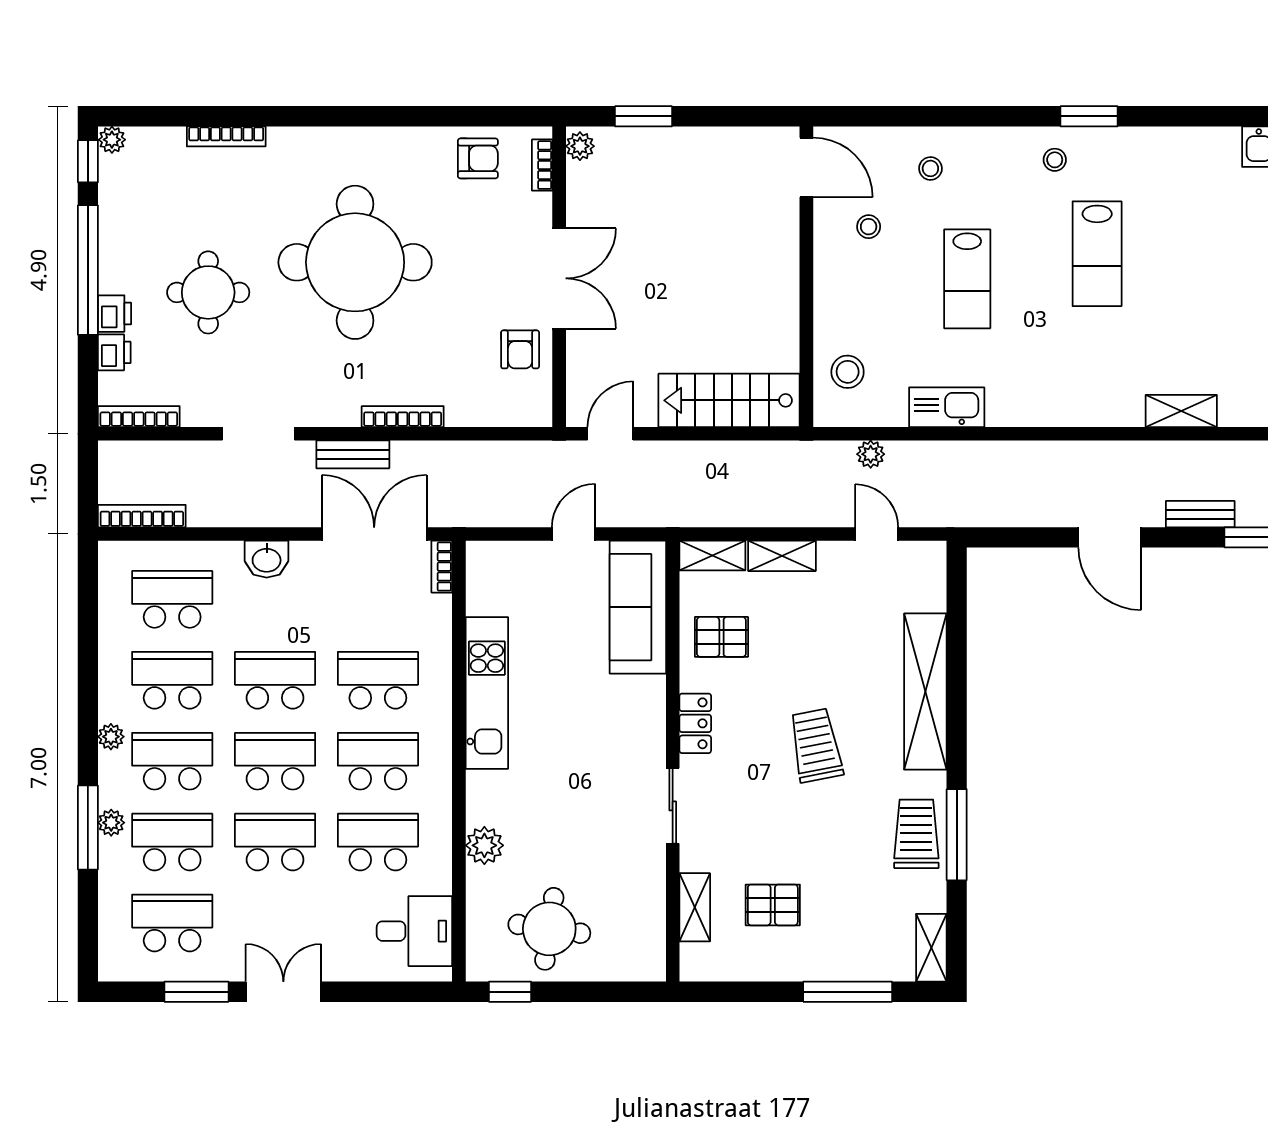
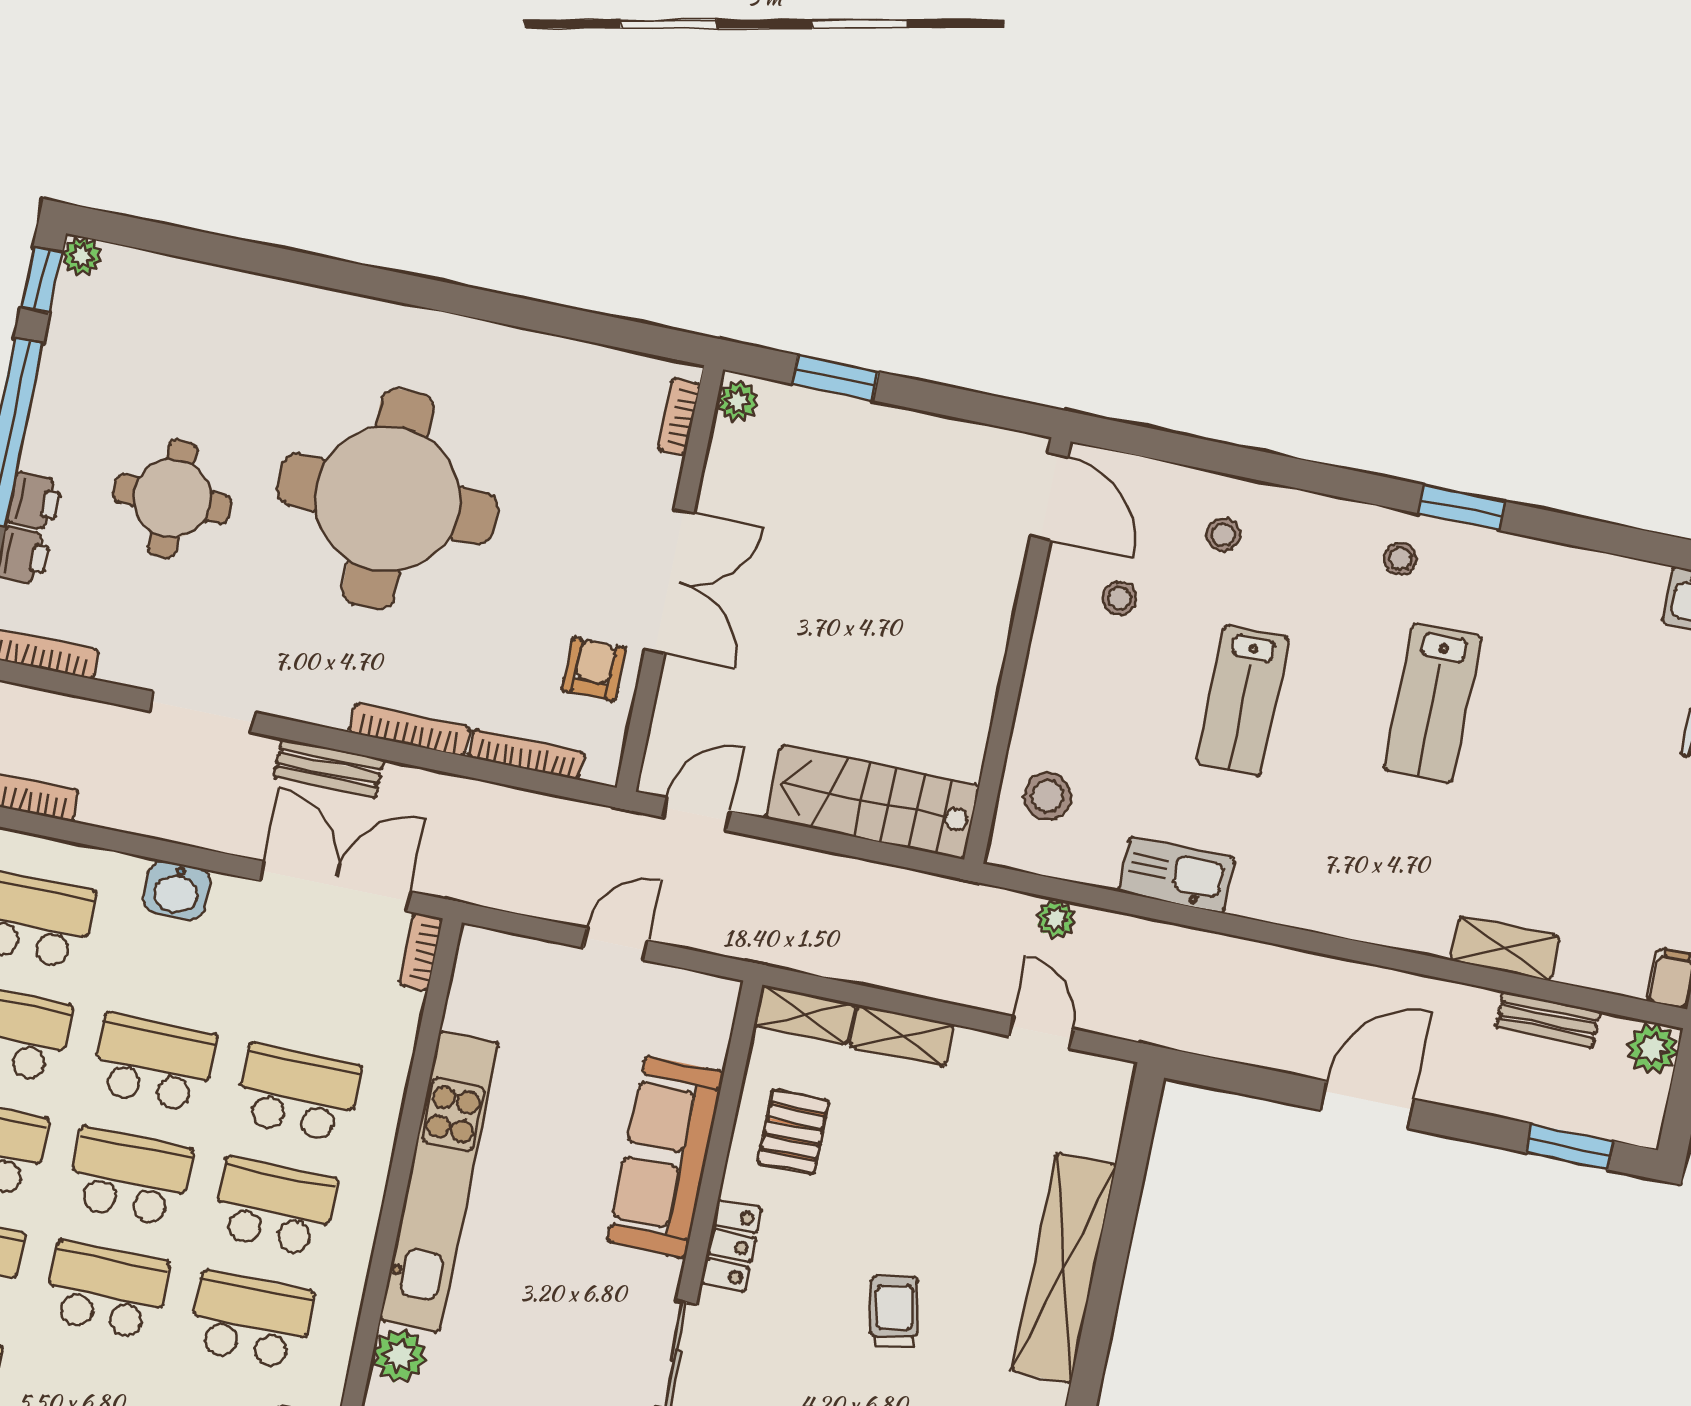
bookcase: (226, 136) -> (526, 754), moved, turned 180
armchair: (478, 158) -> (590, 389), removed
armchair: (520, 349) -> (594, 669), turned 180
bench: (1200, 514) -> (1548, 1019), moved
door: (1110, 537) -> (1368, 1105), swing flipped
sofa: (638, 607) -> (665, 1157), moved
pallet: (721, 637) -> (793, 1132), turned 90
kitchen unit: (487, 693) -> (439, 1181), width x1.36
trolley: (816, 745) -> (894, 1312), width x0.73, depth x0.72

